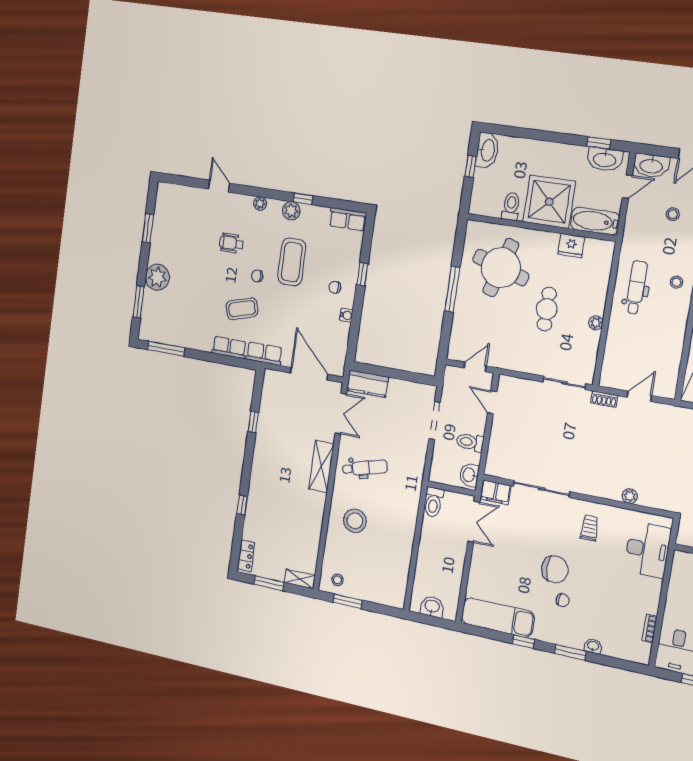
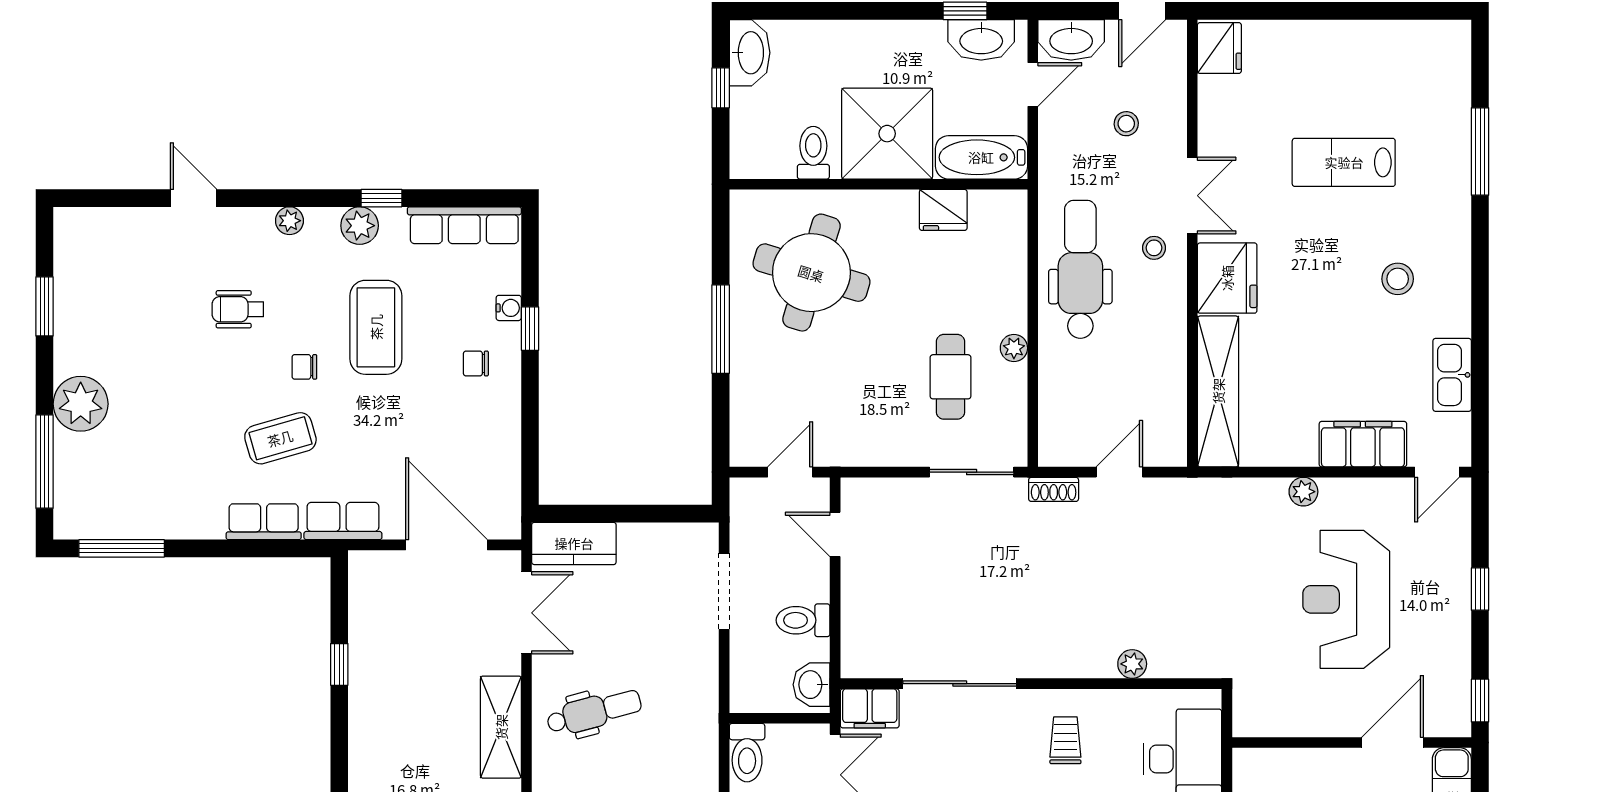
row of seats: (348, 219) -> (464, 225), width x1.48
dental chair: (636, 287) -> (1080, 269), width x1.36, depth x1.38
window: (139, 302) -> (45, 462), width x1.44
cafe table: (547, 309) -> (950, 377), moved
water cooler: (346, 315) -> (509, 308), moved

